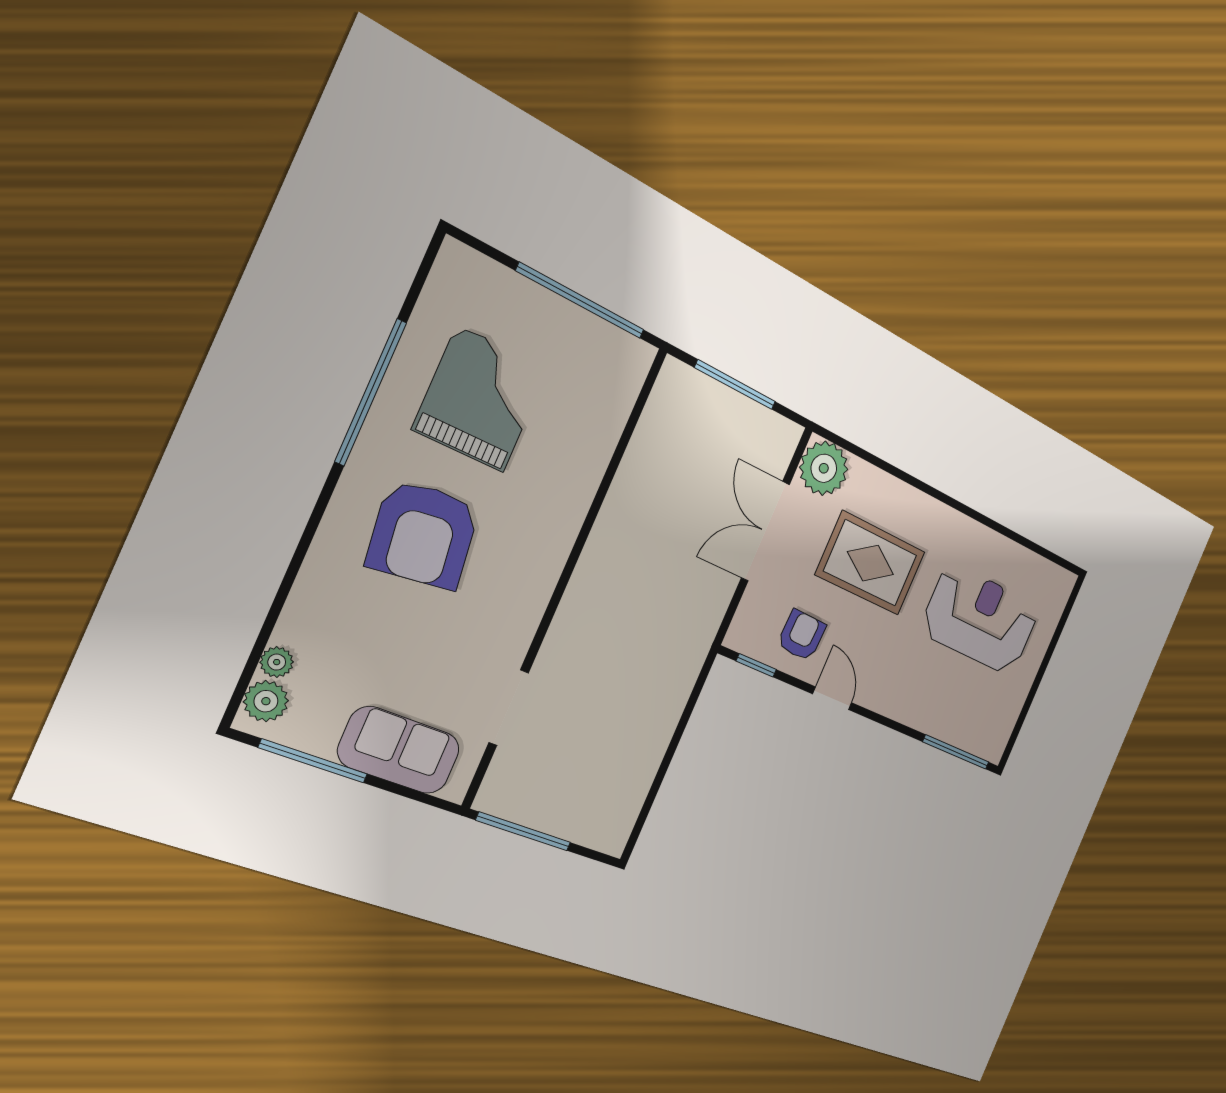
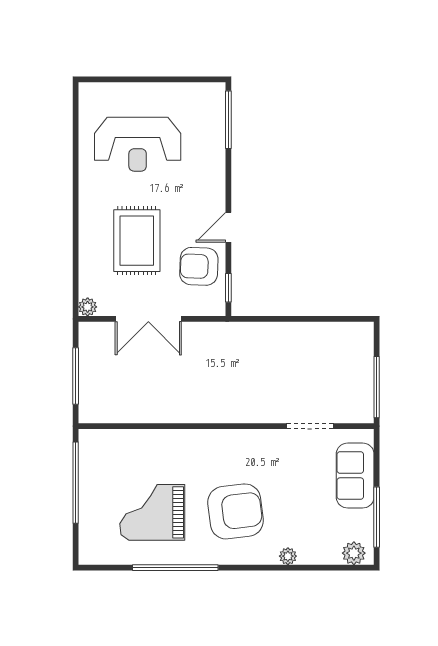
plant: (824, 468) -> (88, 307), width x0.53, depth x0.53
reception desk: (980, 619) -> (138, 144), turned -90
armchair: (802, 635) -> (199, 266), width x1.38, depth x1.38
plant: (277, 662) -> (288, 556), moved

